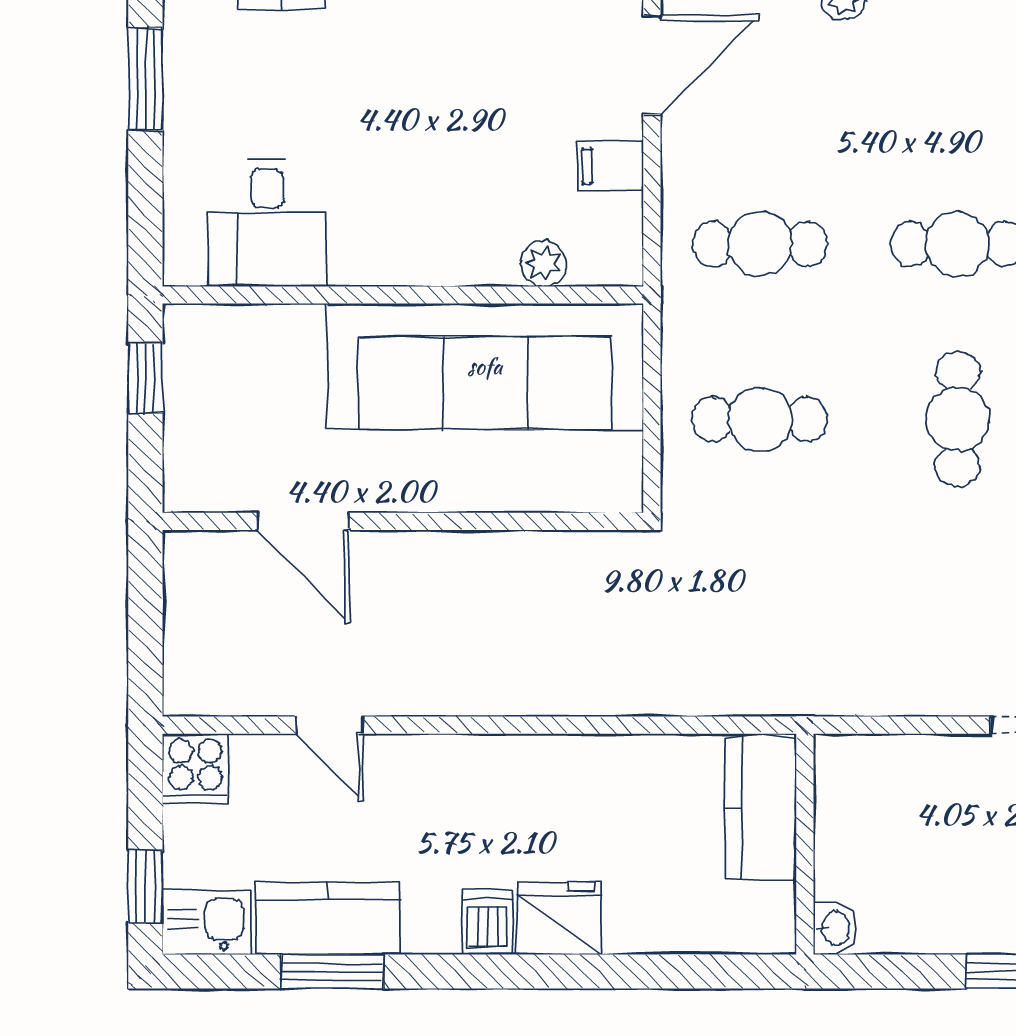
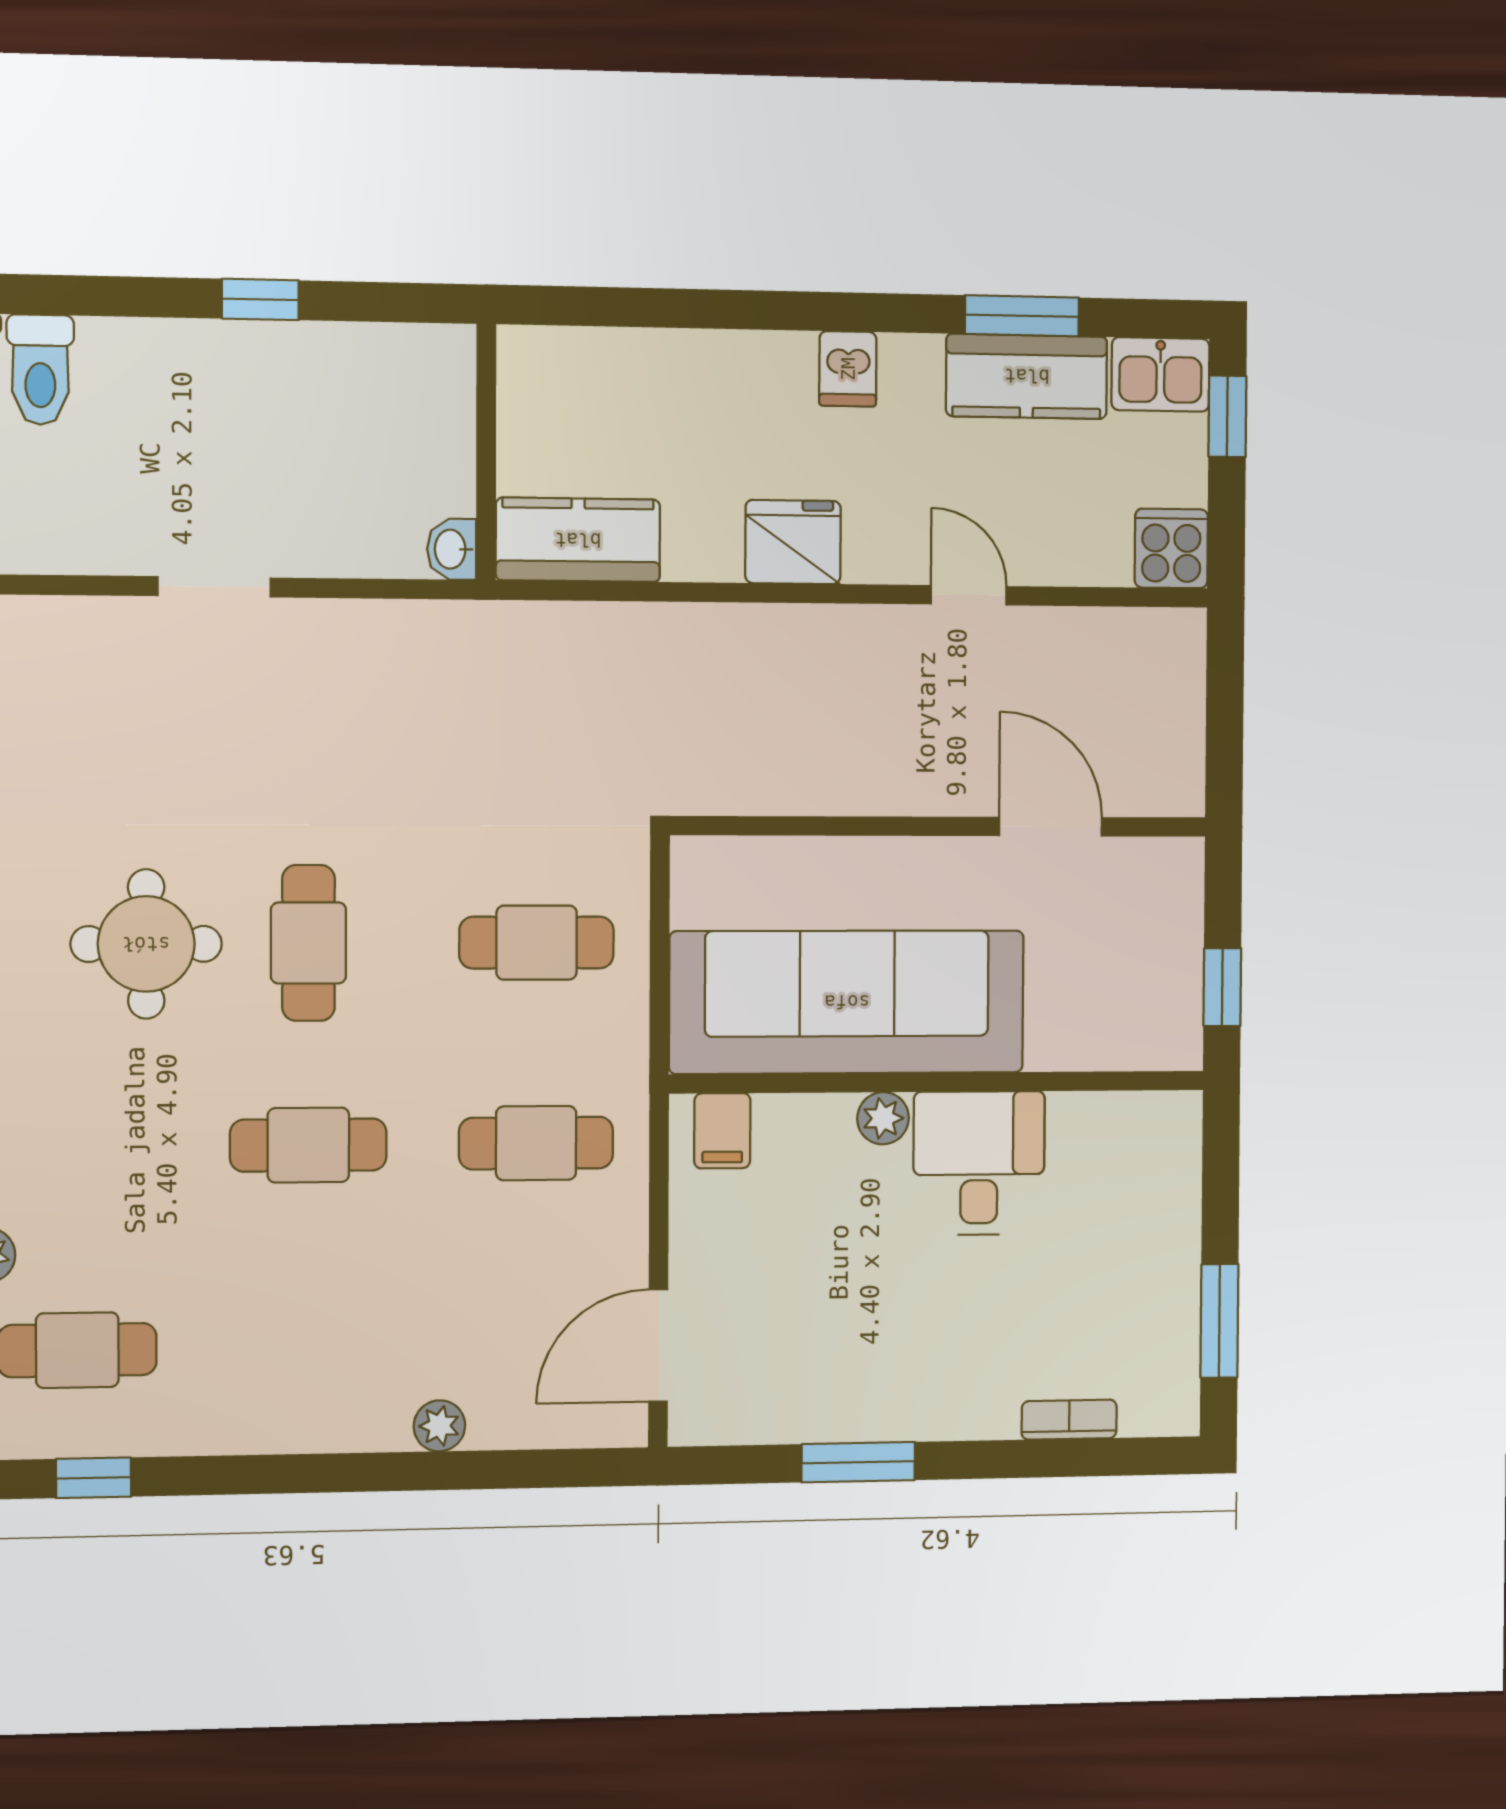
filing cabinet: (610, 166) -> (722, 1131), moved, turned 90
desk: (267, 223) -> (979, 1163), moved
plant: (543, 263) -> (883, 1118), moved
door: (330, 725) -> (969, 595), moved
kitchen counter: (760, 808) -> (578, 540), moved, turned -90
fridge: (560, 918) -> (793, 542), moved, turned 180
washbasin: (835, 928) -> (452, 549), moved

